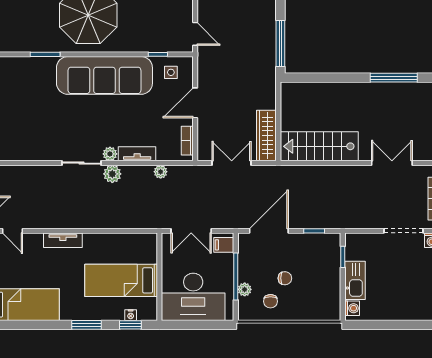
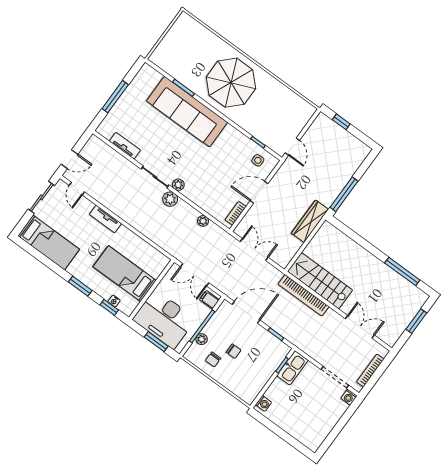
sofa: (104, 75) -> (187, 112), moved
wardrobe: (266, 136) -> (310, 221), moved
tv unit: (137, 154) -> (125, 146), moved
bookcase: (313, 173) -> (303, 295), added
kitchen sink: (355, 280) -> (292, 368), moved
window: (201, 325) -> (156, 342), added

